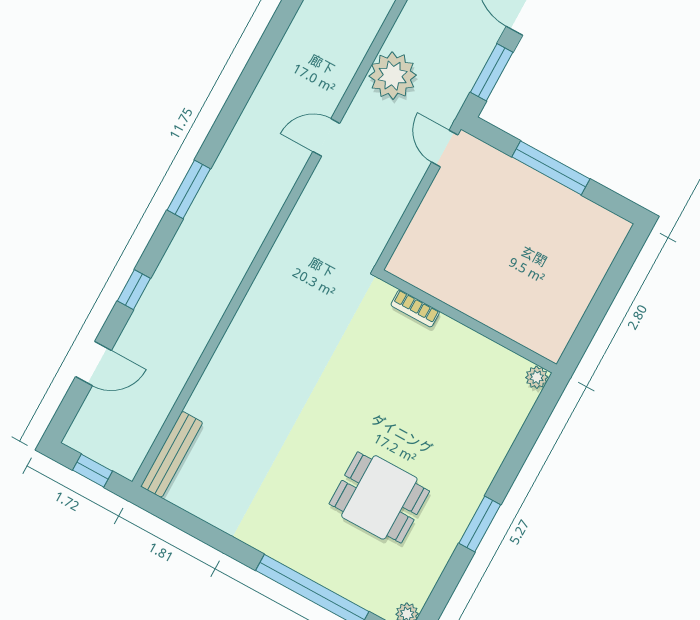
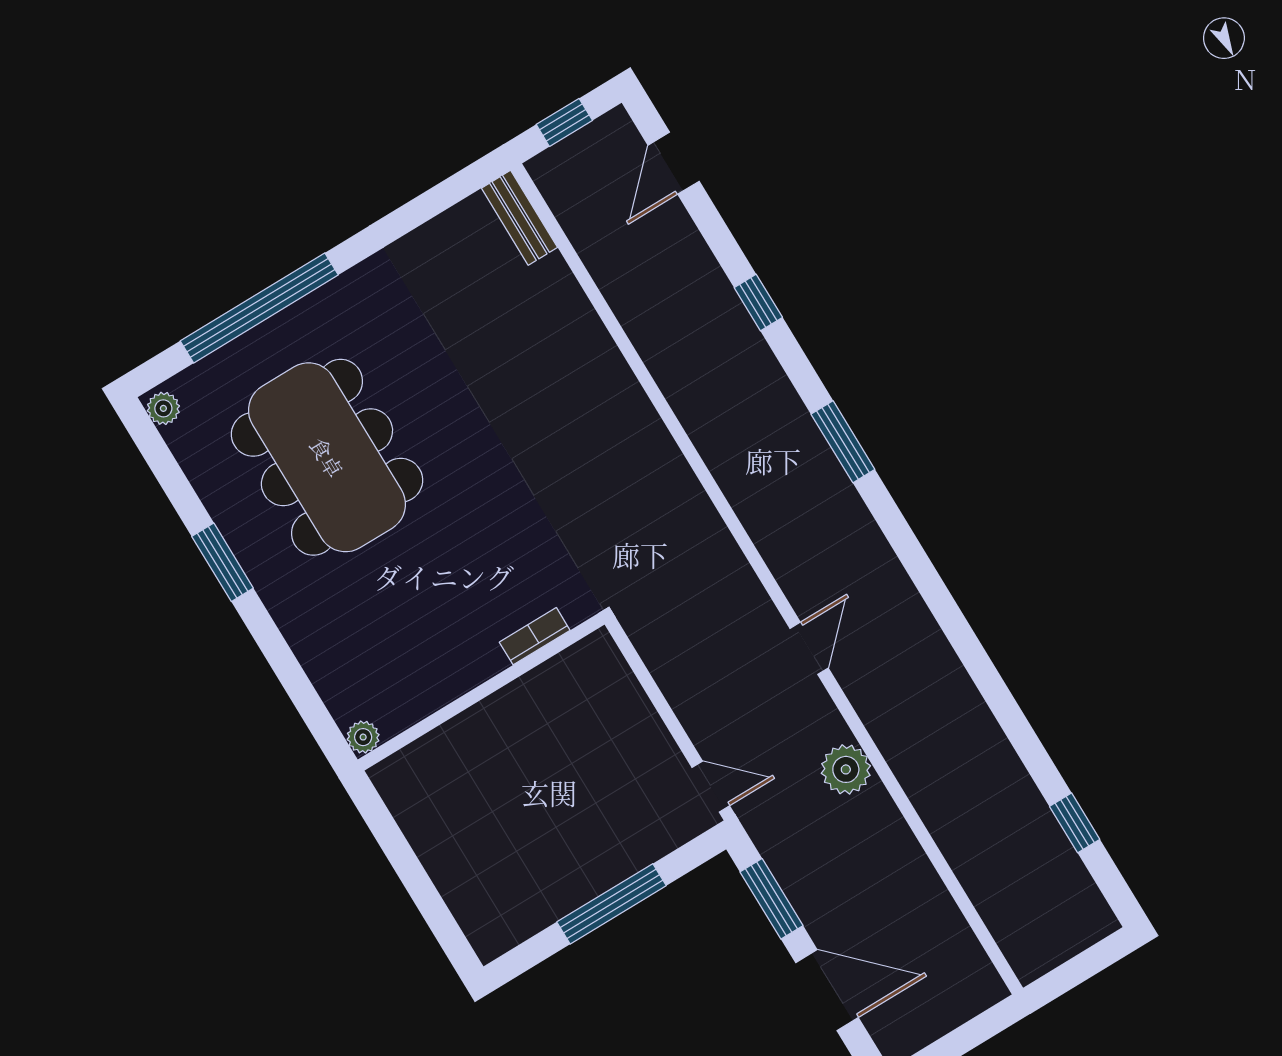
plant: (393, 76) -> (846, 769), width x0.73, depth x0.73
door: (93, 364) -> (674, 163), moved
bench: (172, 454) -> (519, 218), width x0.73
dining table: (379, 497) -> (327, 457), width x1.88, depth x1.24

